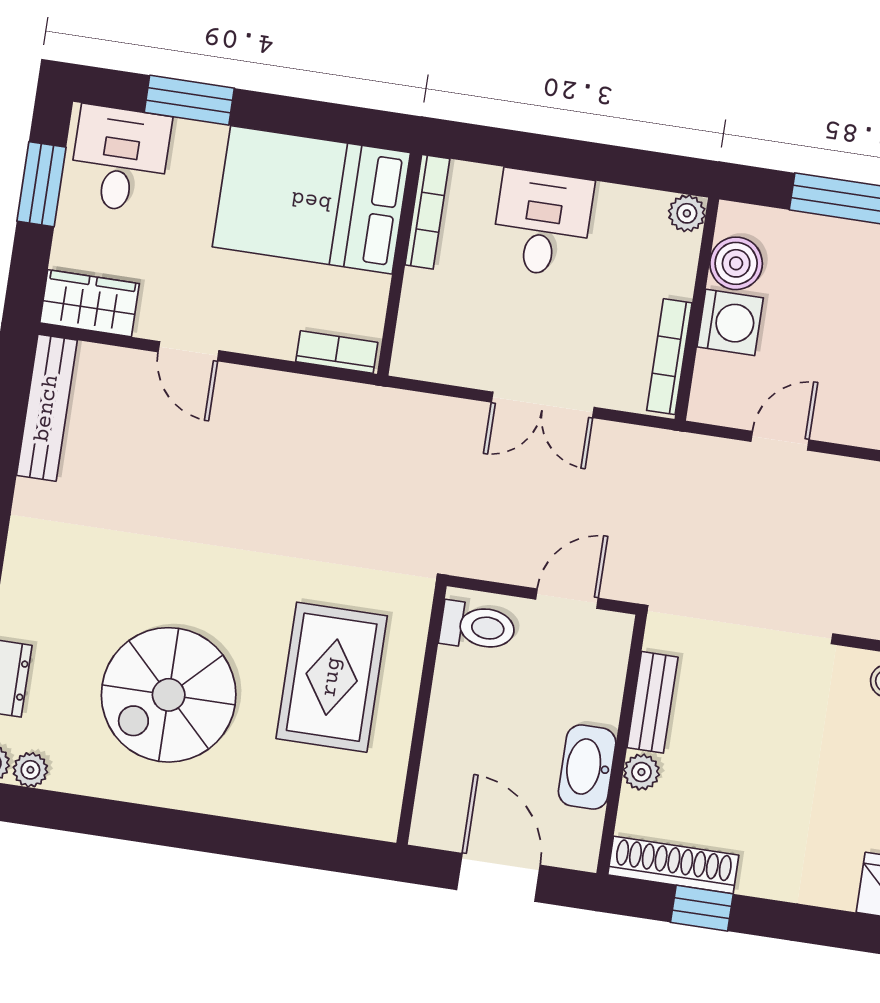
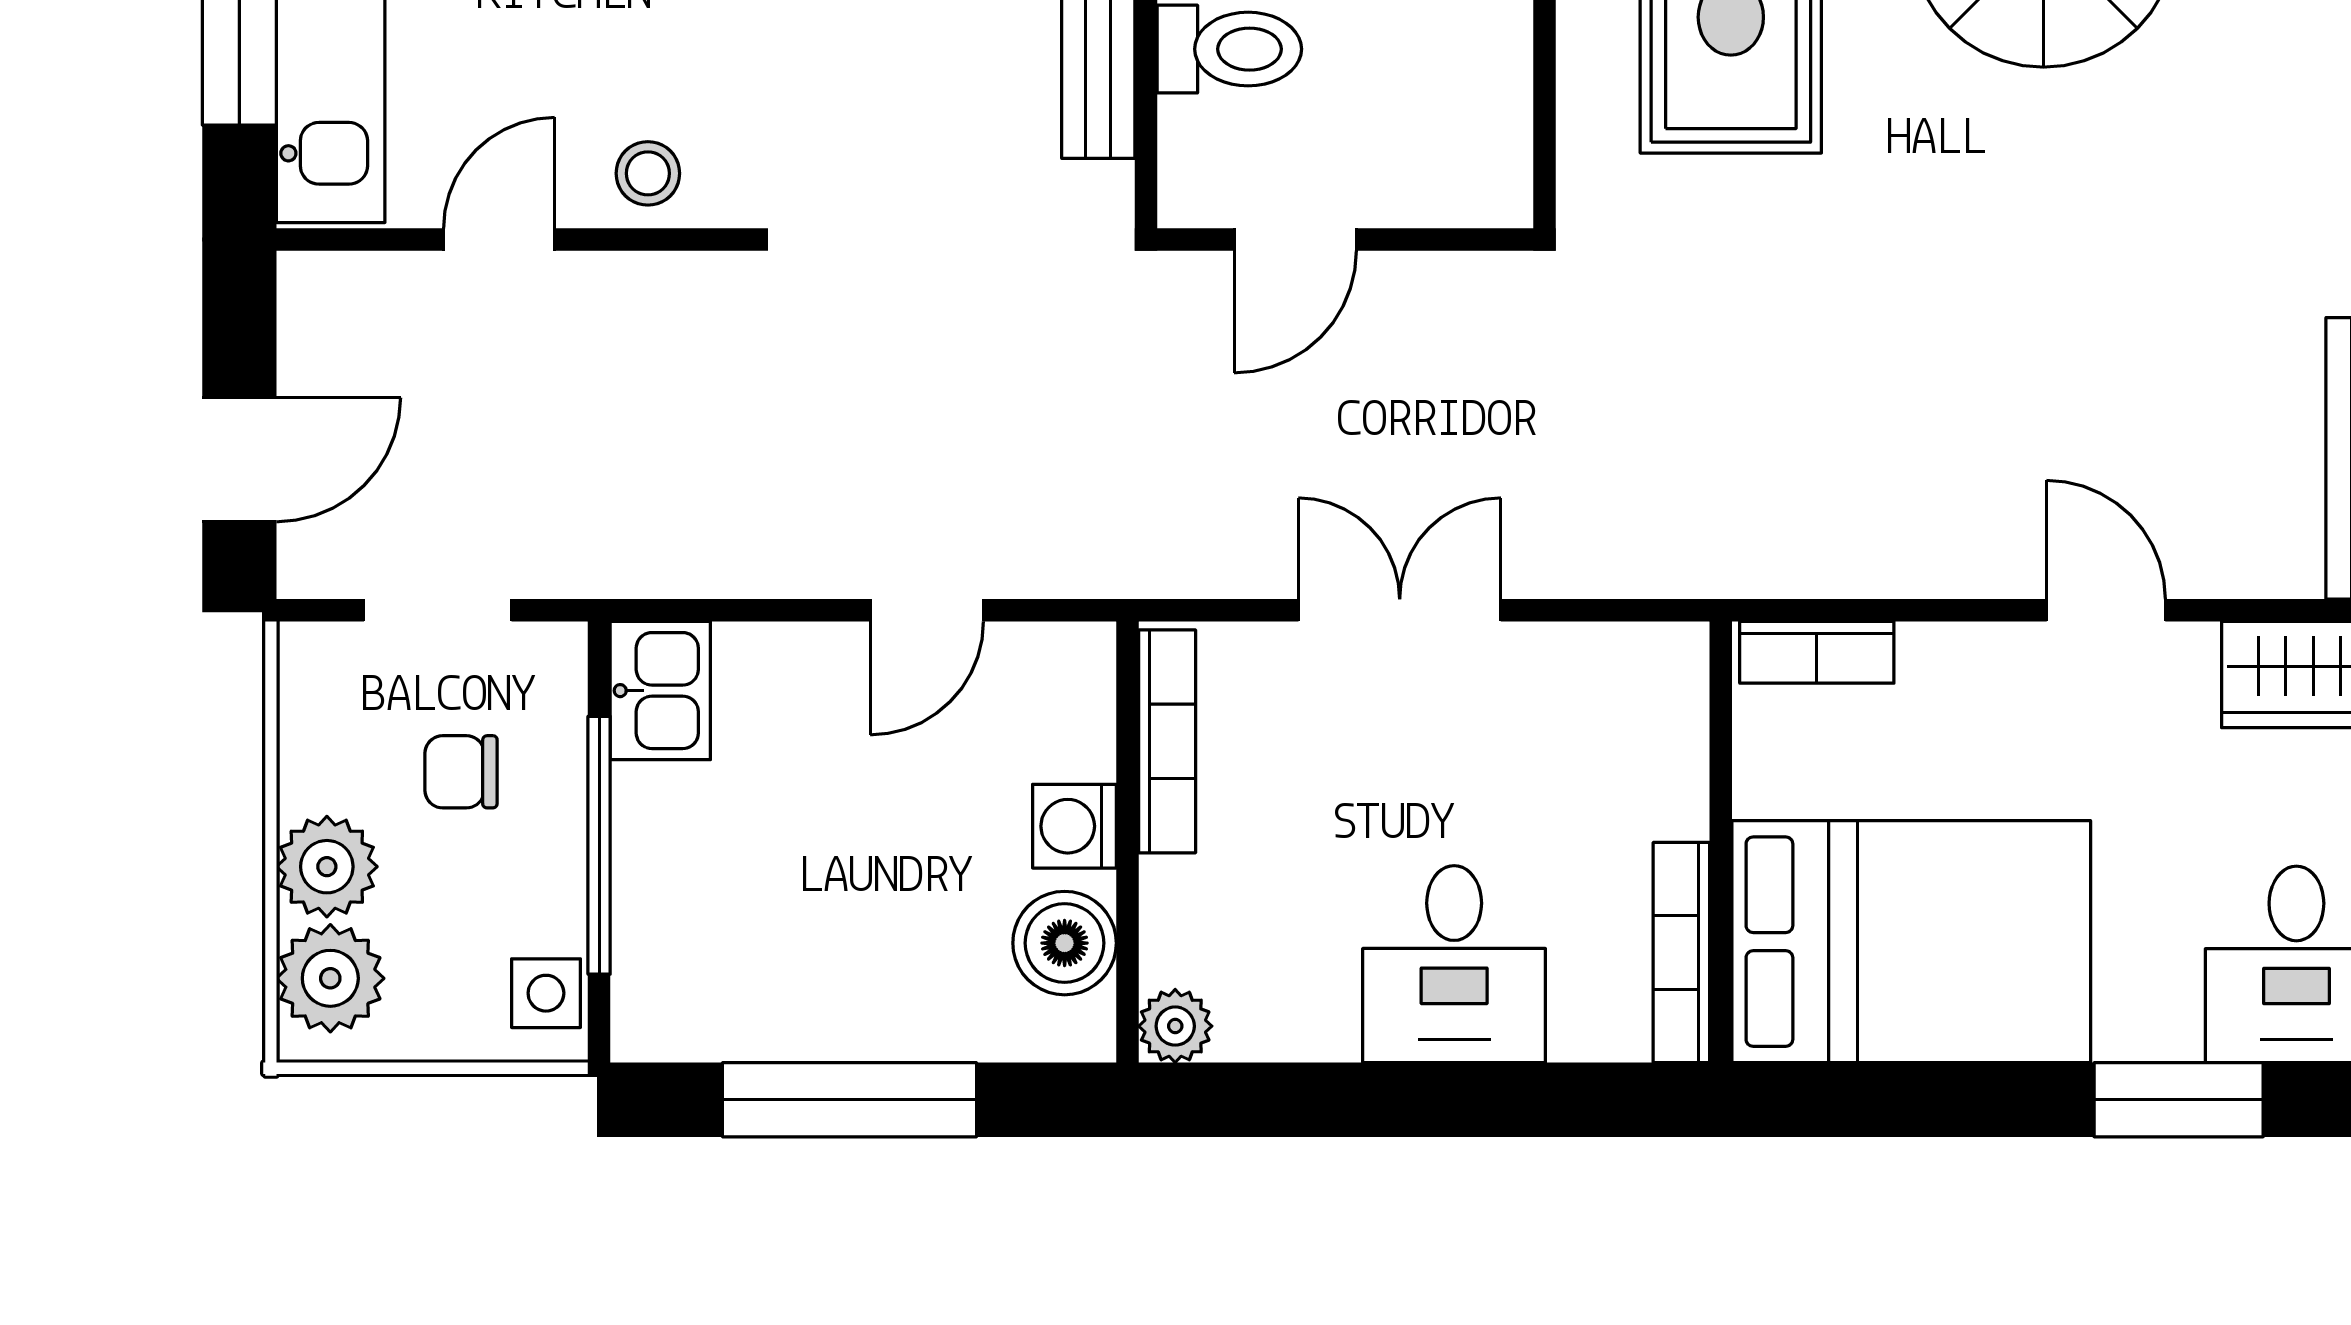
washing machine: (730, 322) -> (1074, 826), width x0.73, depth x0.73
toilet: (478, 627) -> (1229, 49), moved, turned 180

